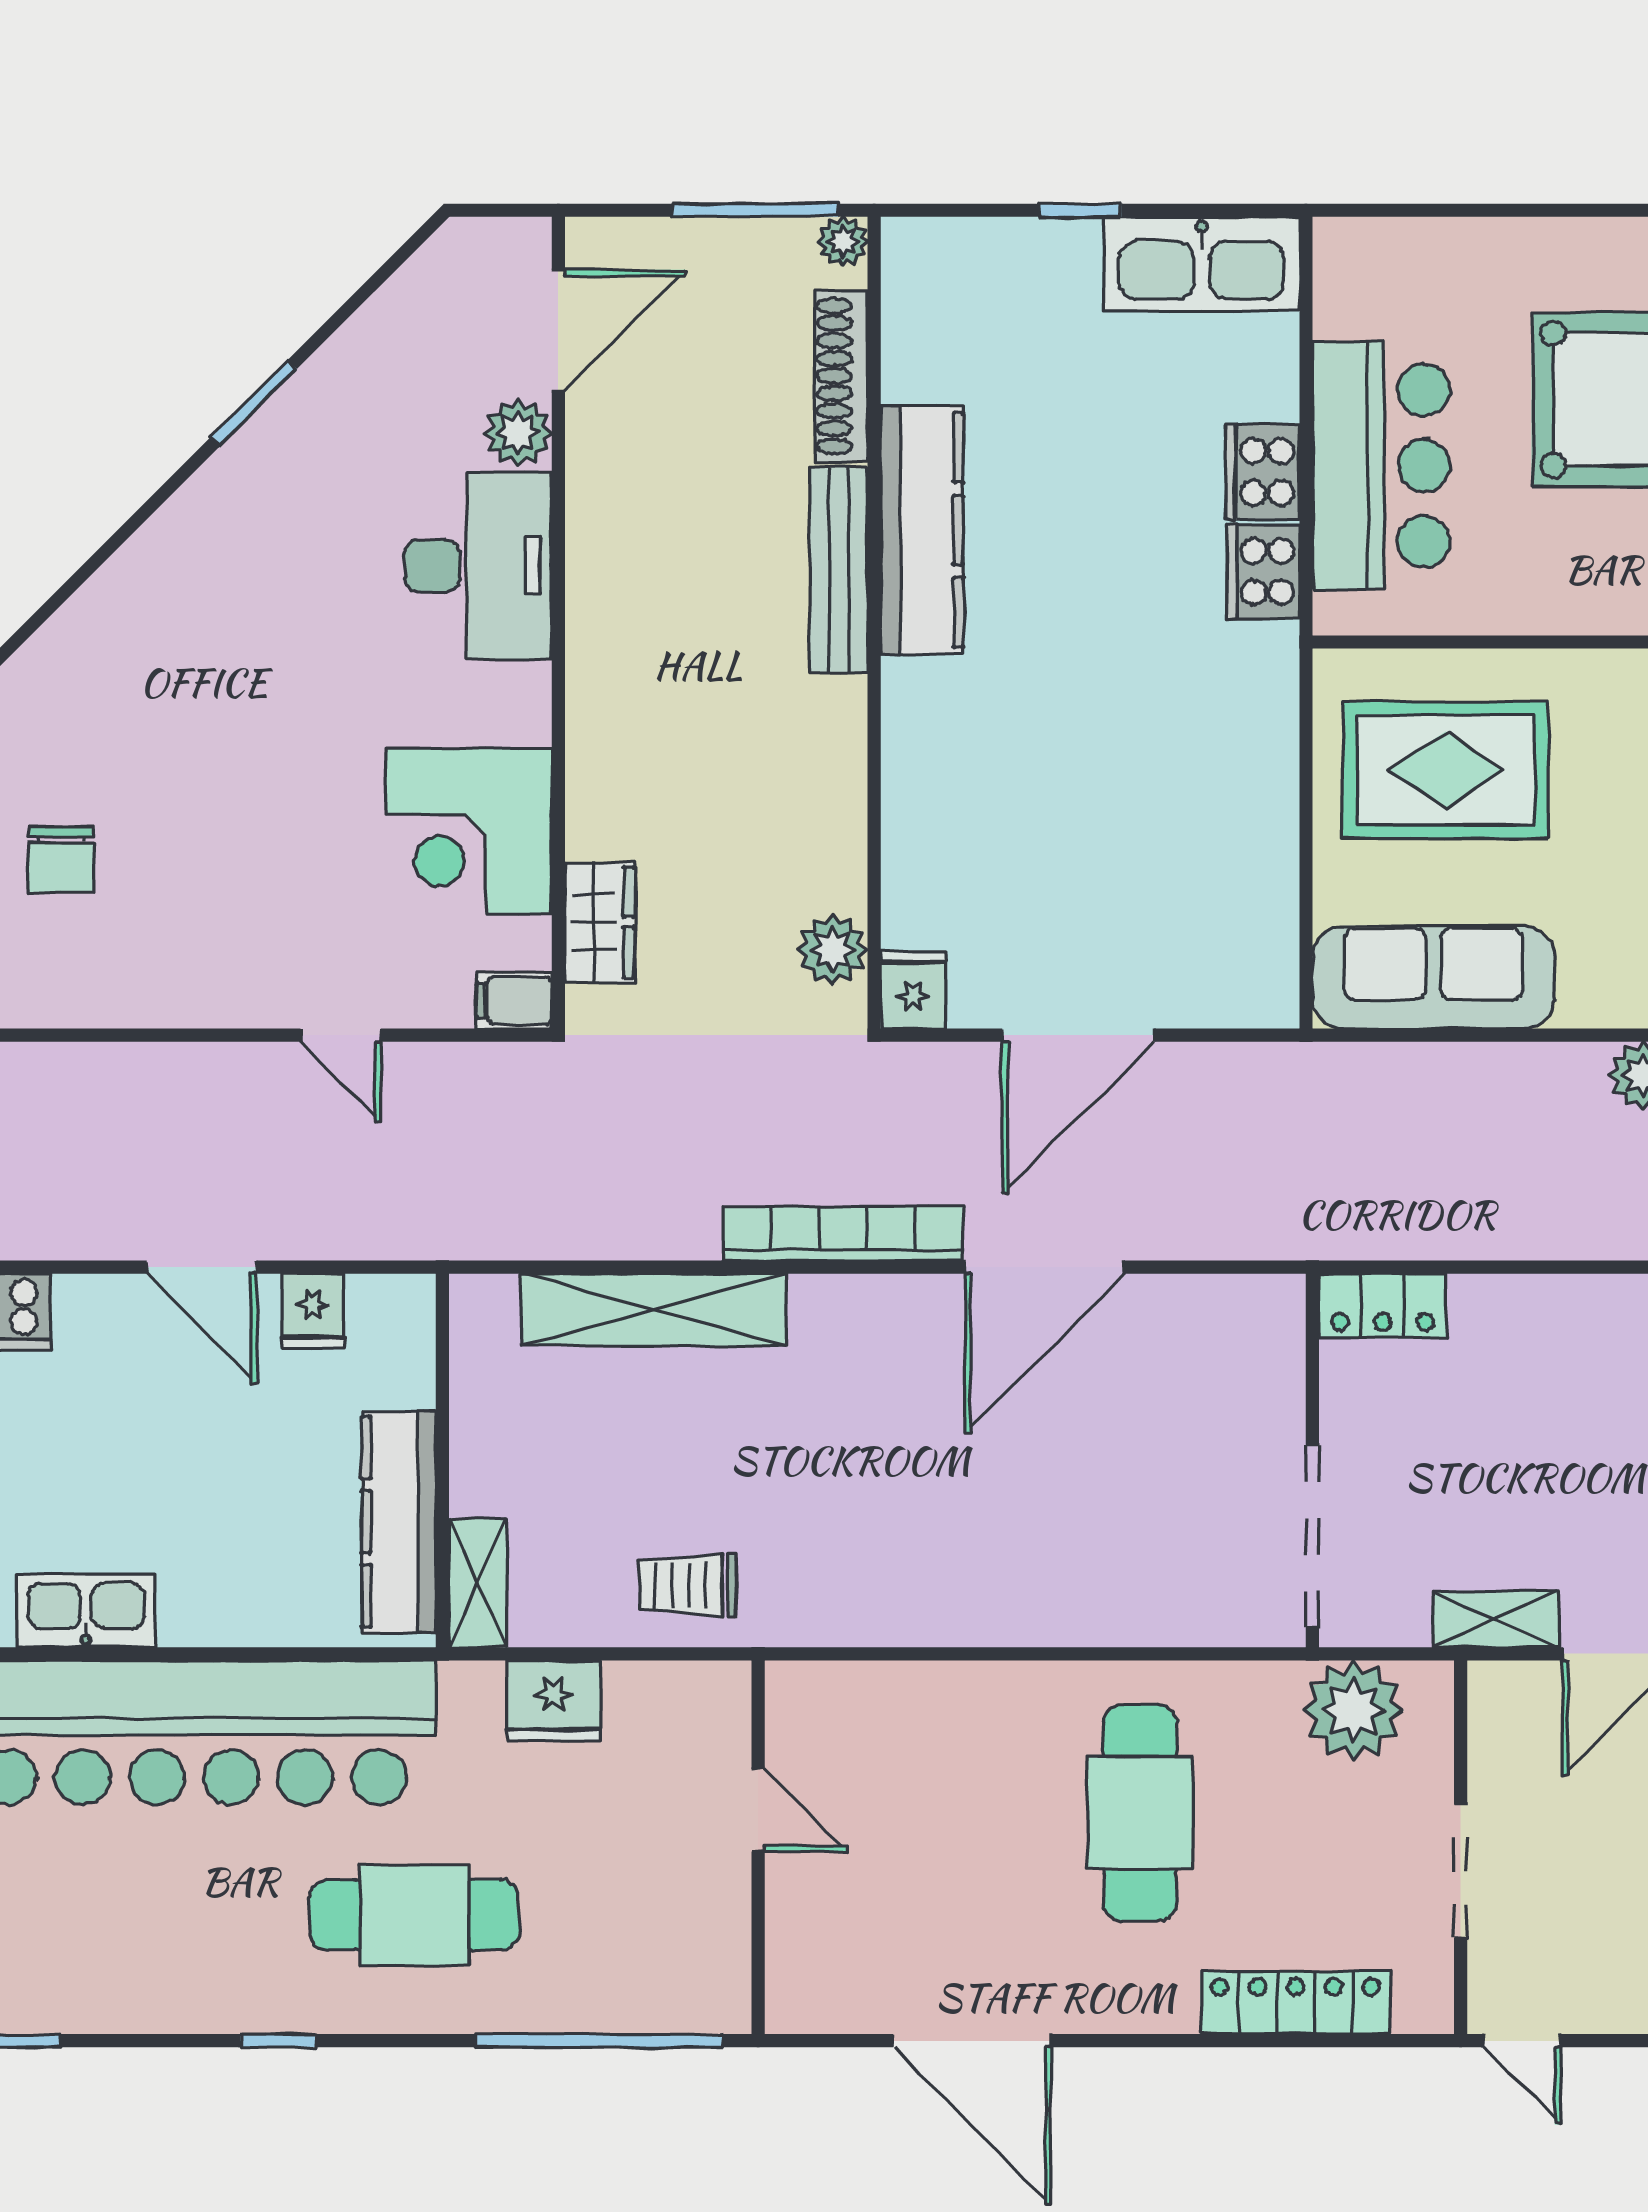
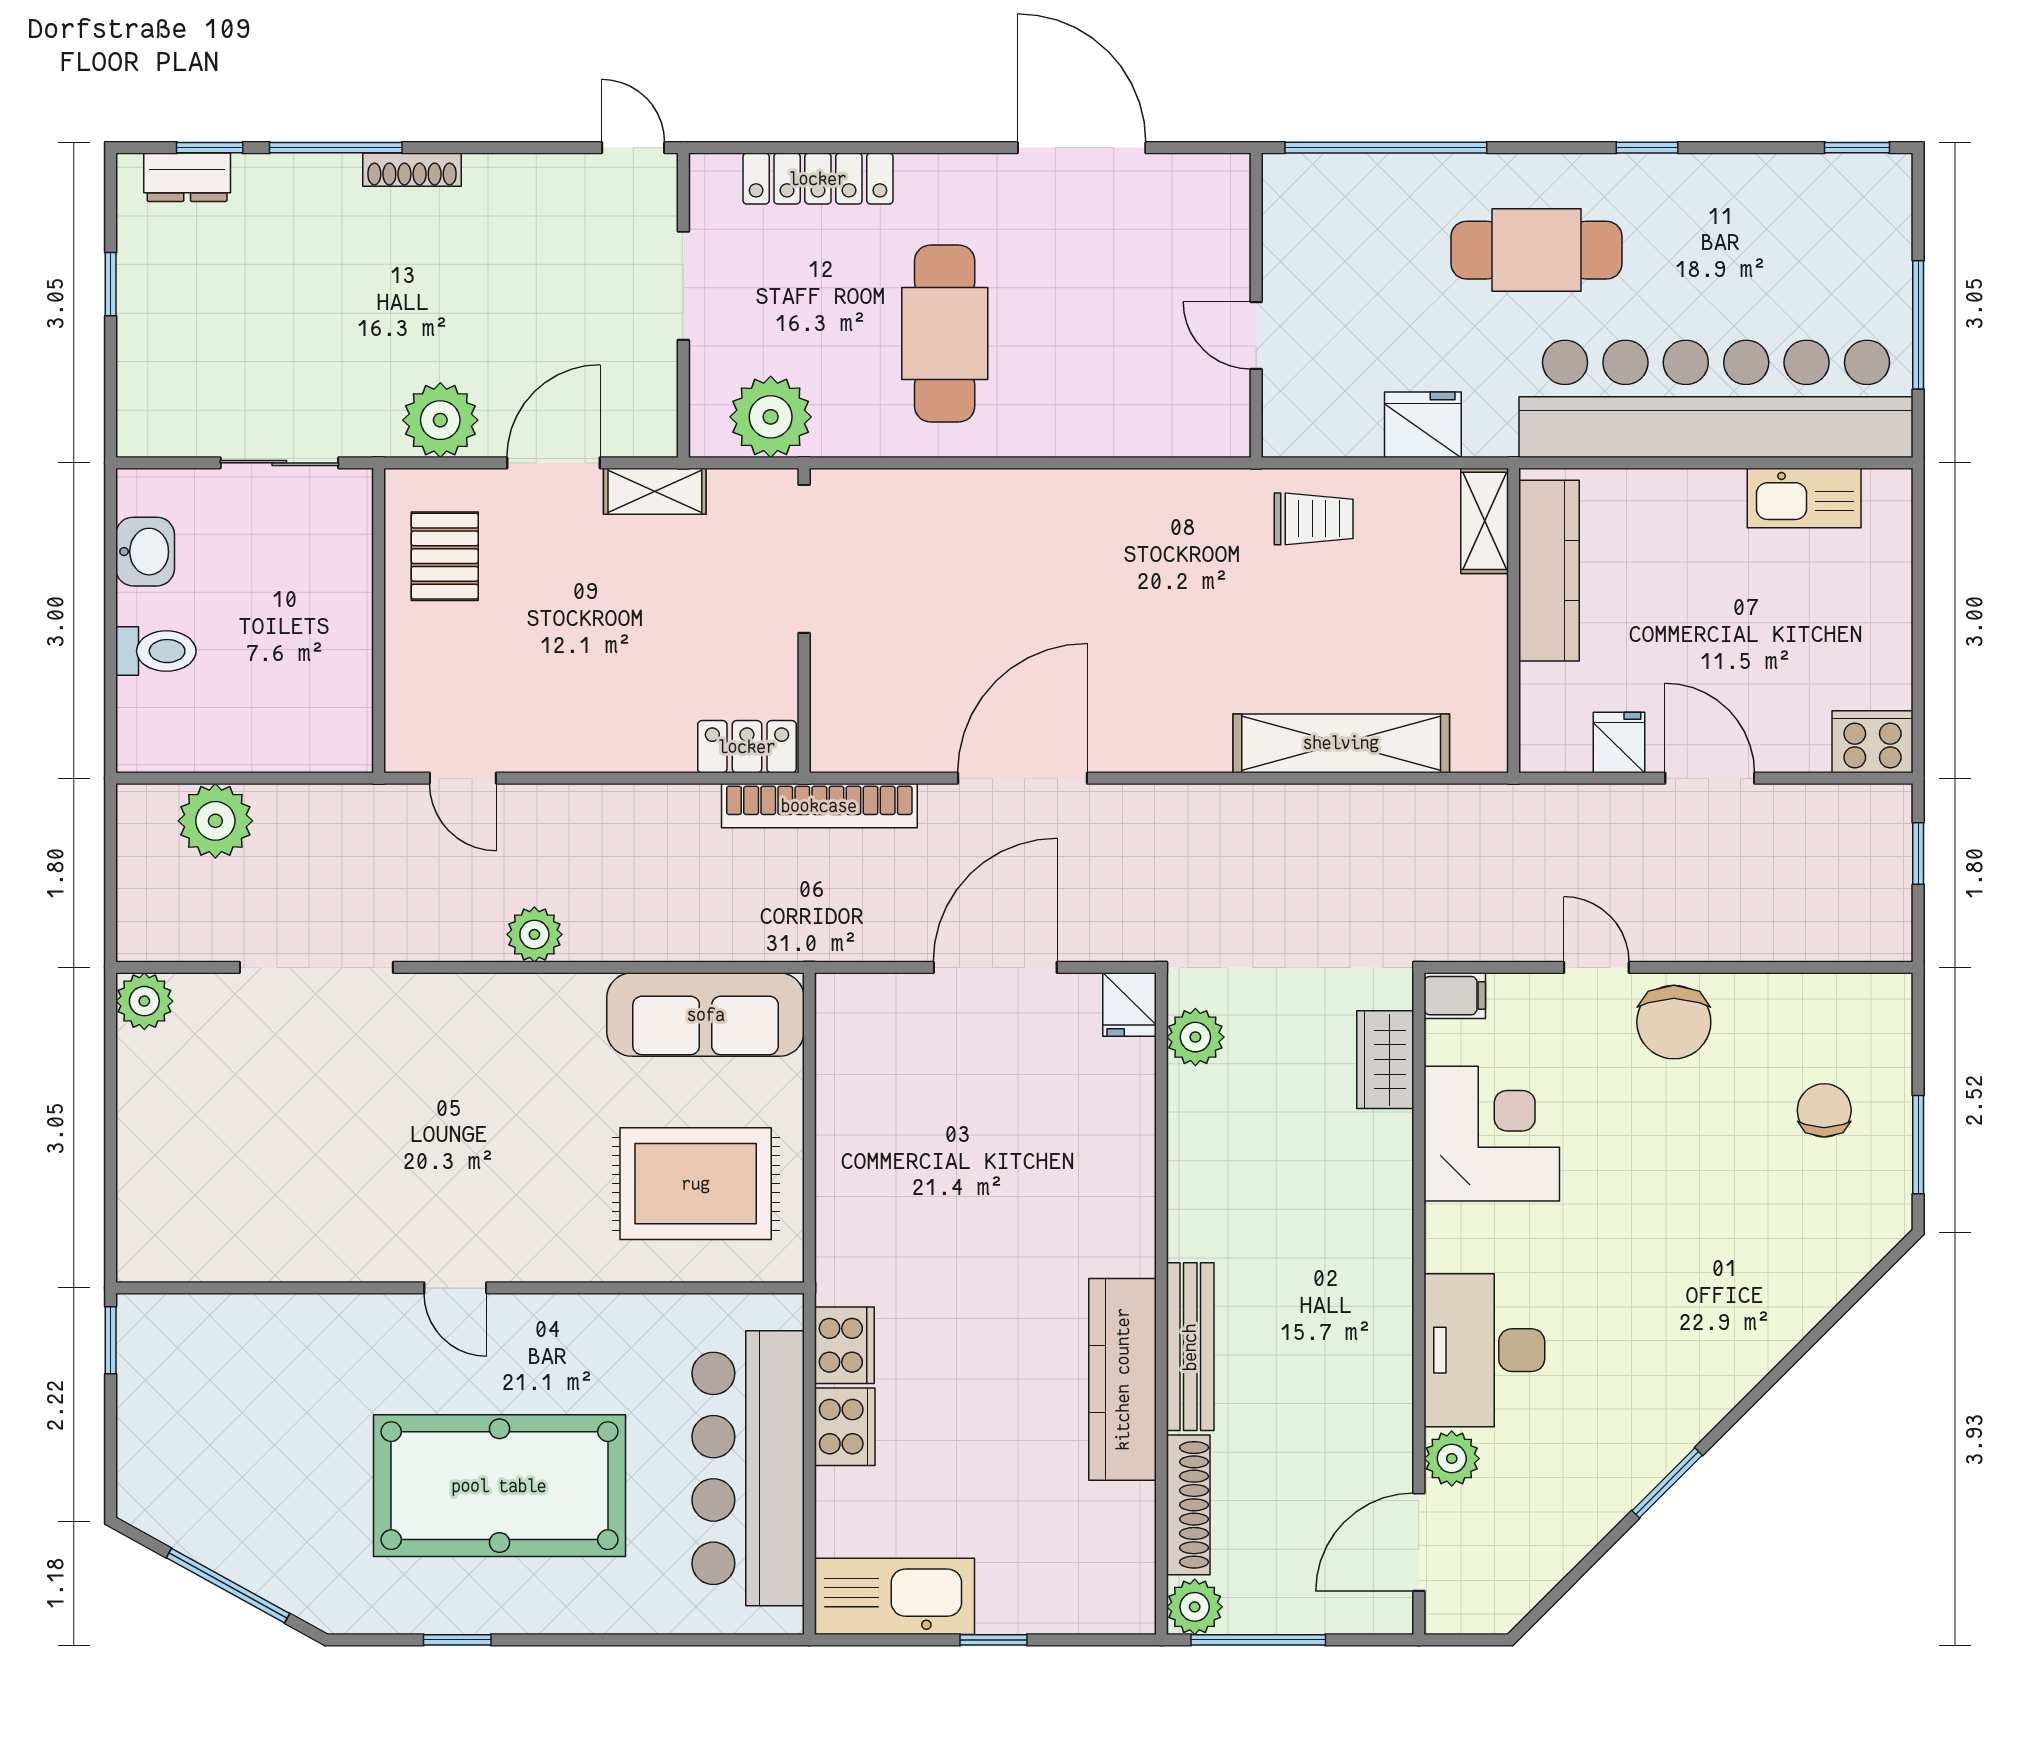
plant: (843, 241) -> (1195, 1607), width x1.38, depth x1.38
bar counter: (1381, 466) -> (748, 1468), width x1.36
chair: (246, 968) -> (1674, 1022), added
bookcase: (843, 1234) -> (819, 806), moved

